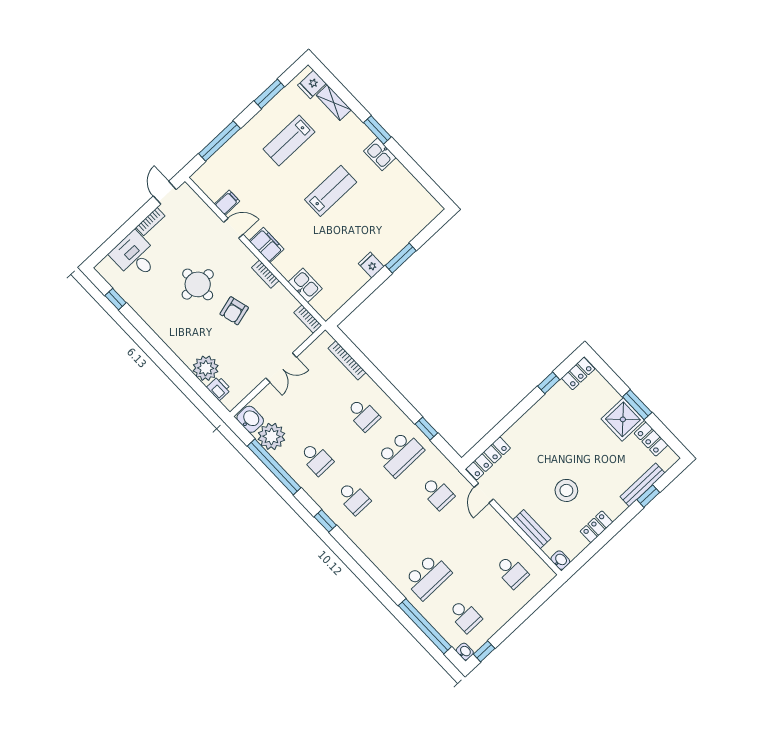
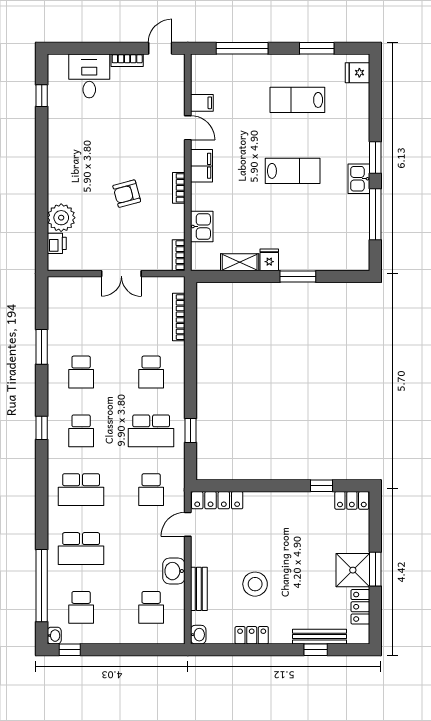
shelving: (334, 103) -> (240, 262), moved, turned 90
window: (413, 168) -> (375, 214), added
round table: (198, 284) -> (118, 145), removed
washbasin: (250, 419) -> (174, 571), moved, turned 180
plant: (271, 436) -> (62, 321), removed
window: (274, 467) -> (42, 347), width x0.47
school desk: (391, 537) -> (81, 490), added

